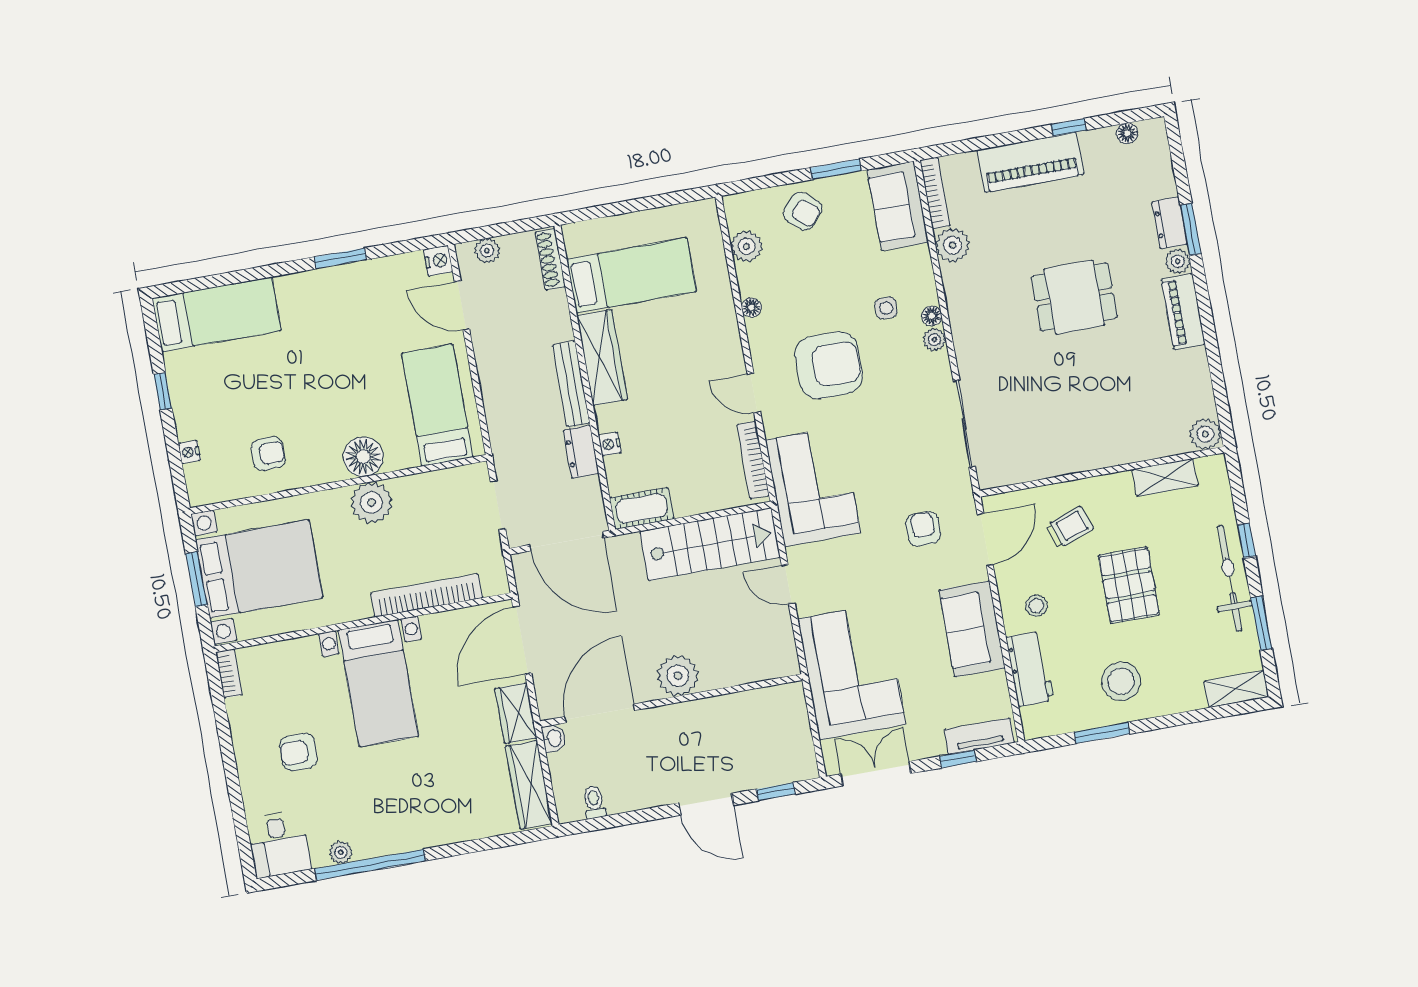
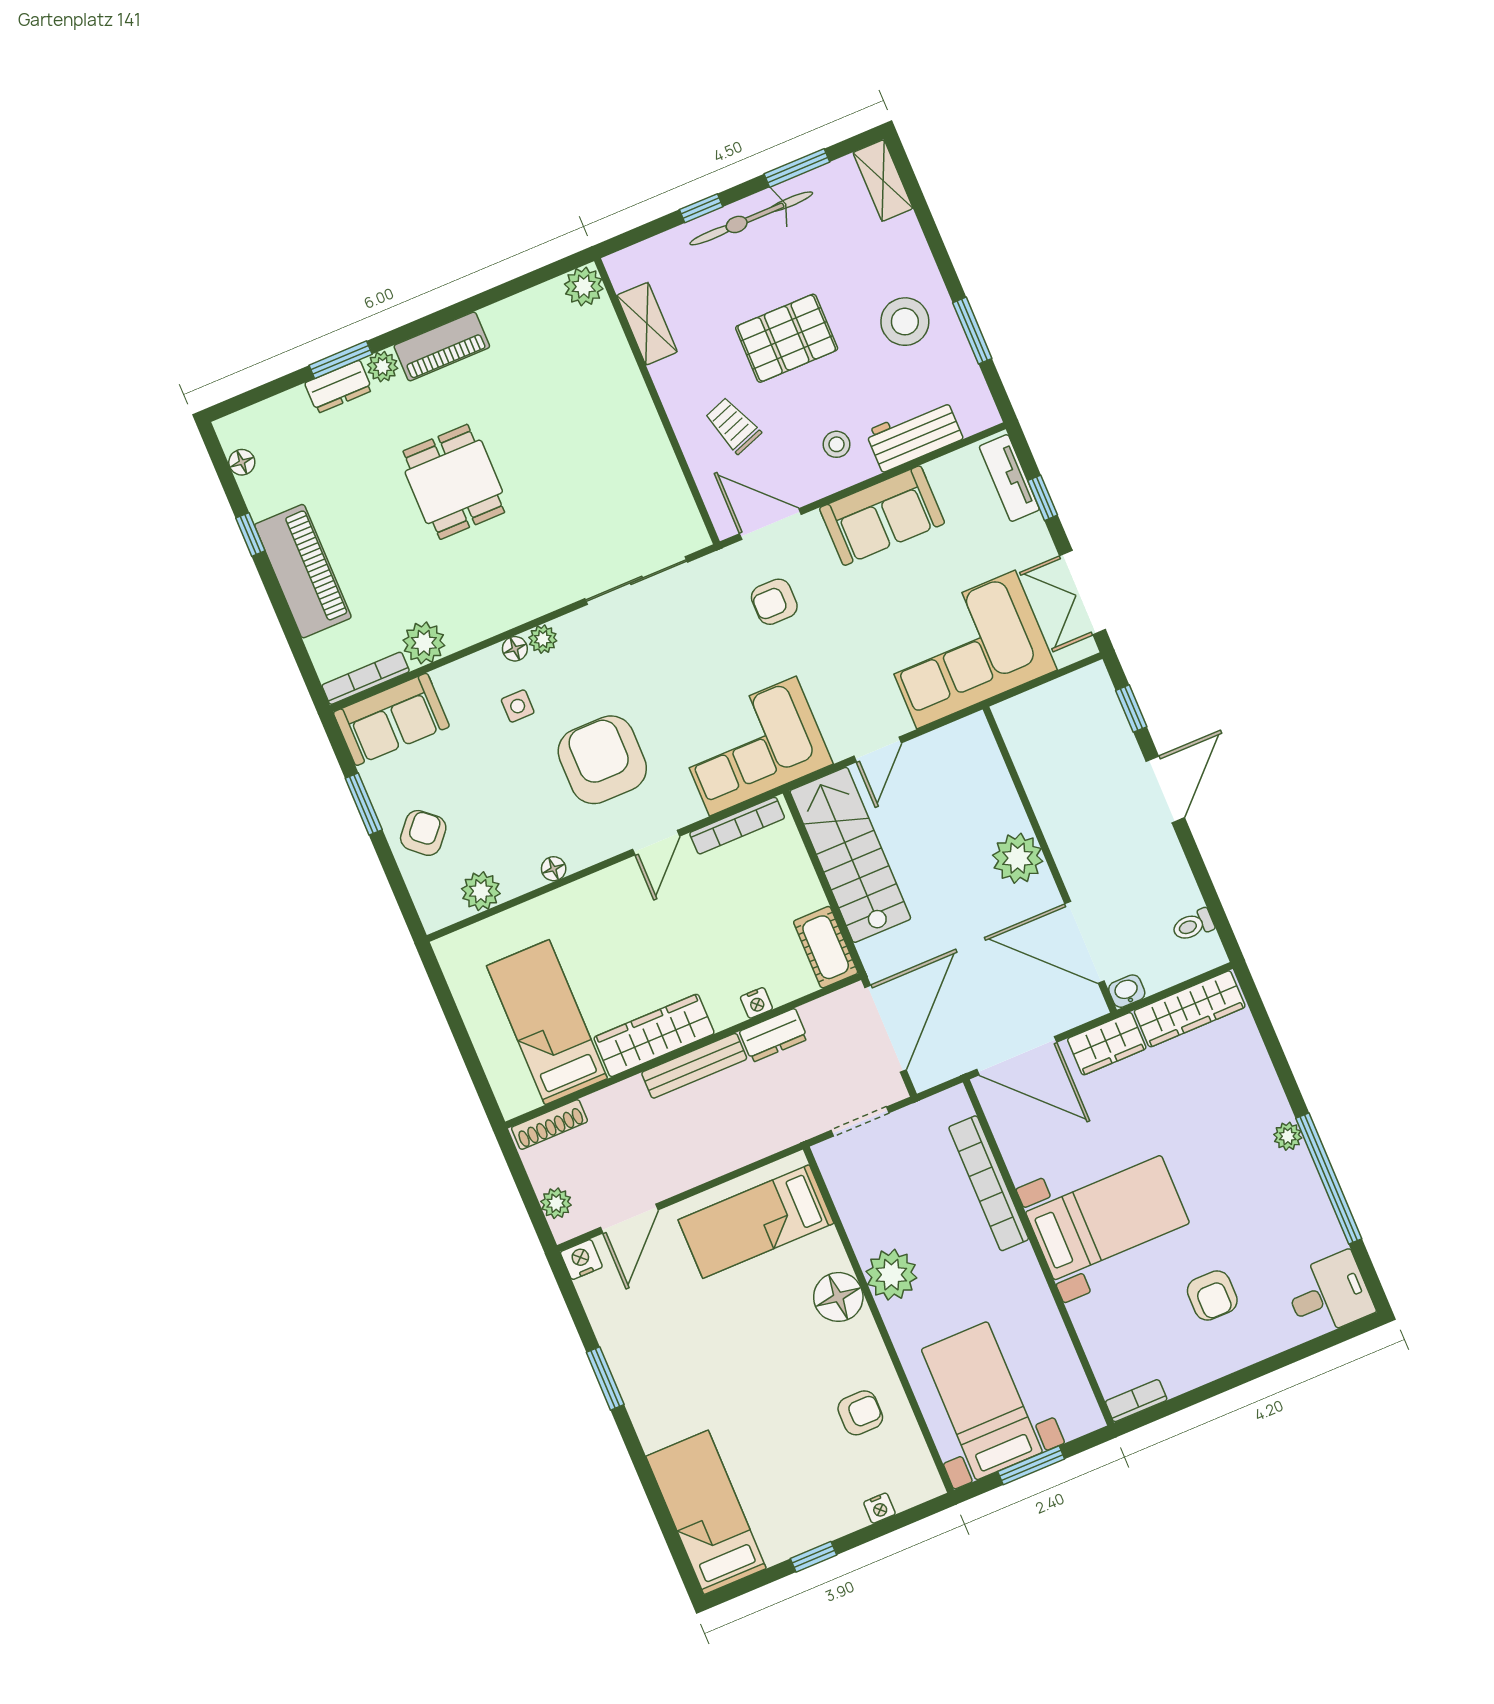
armchair: (268, 454) -> (860, 1413), turned 90
bed with nightstands: (259, 569) -> (982, 1401), width x0.73
plant: (341, 852) -> (1288, 1136), moved

